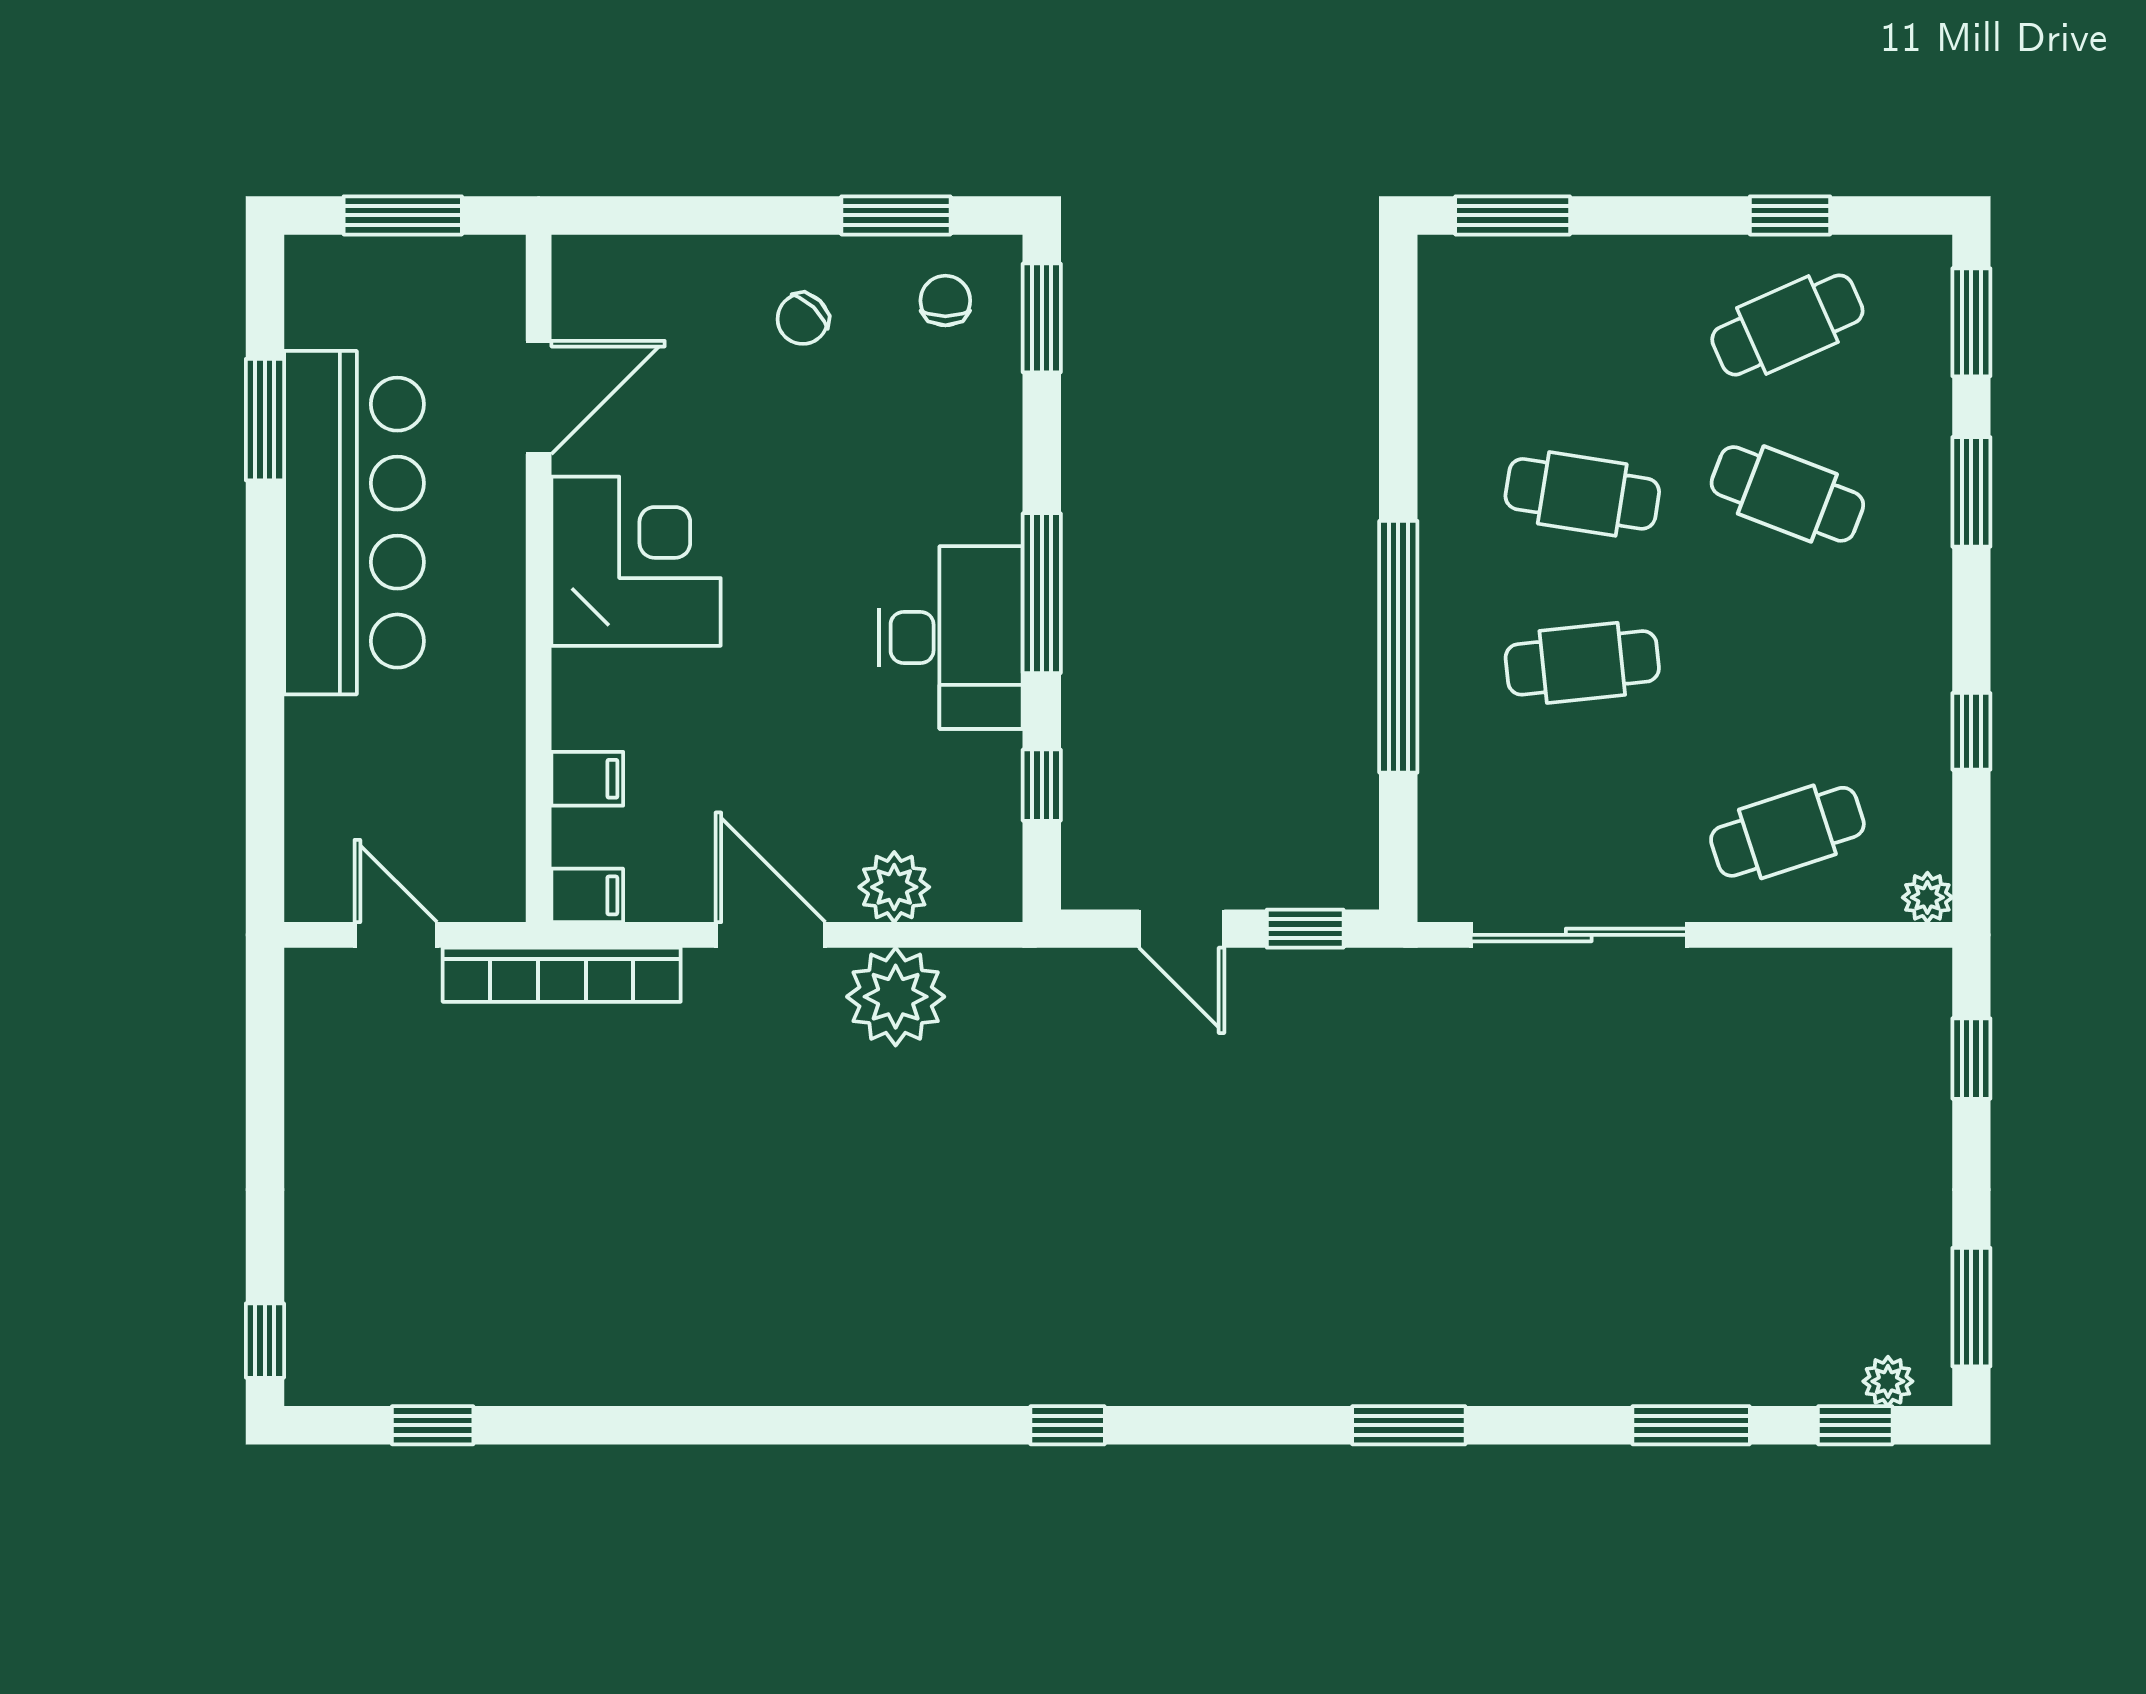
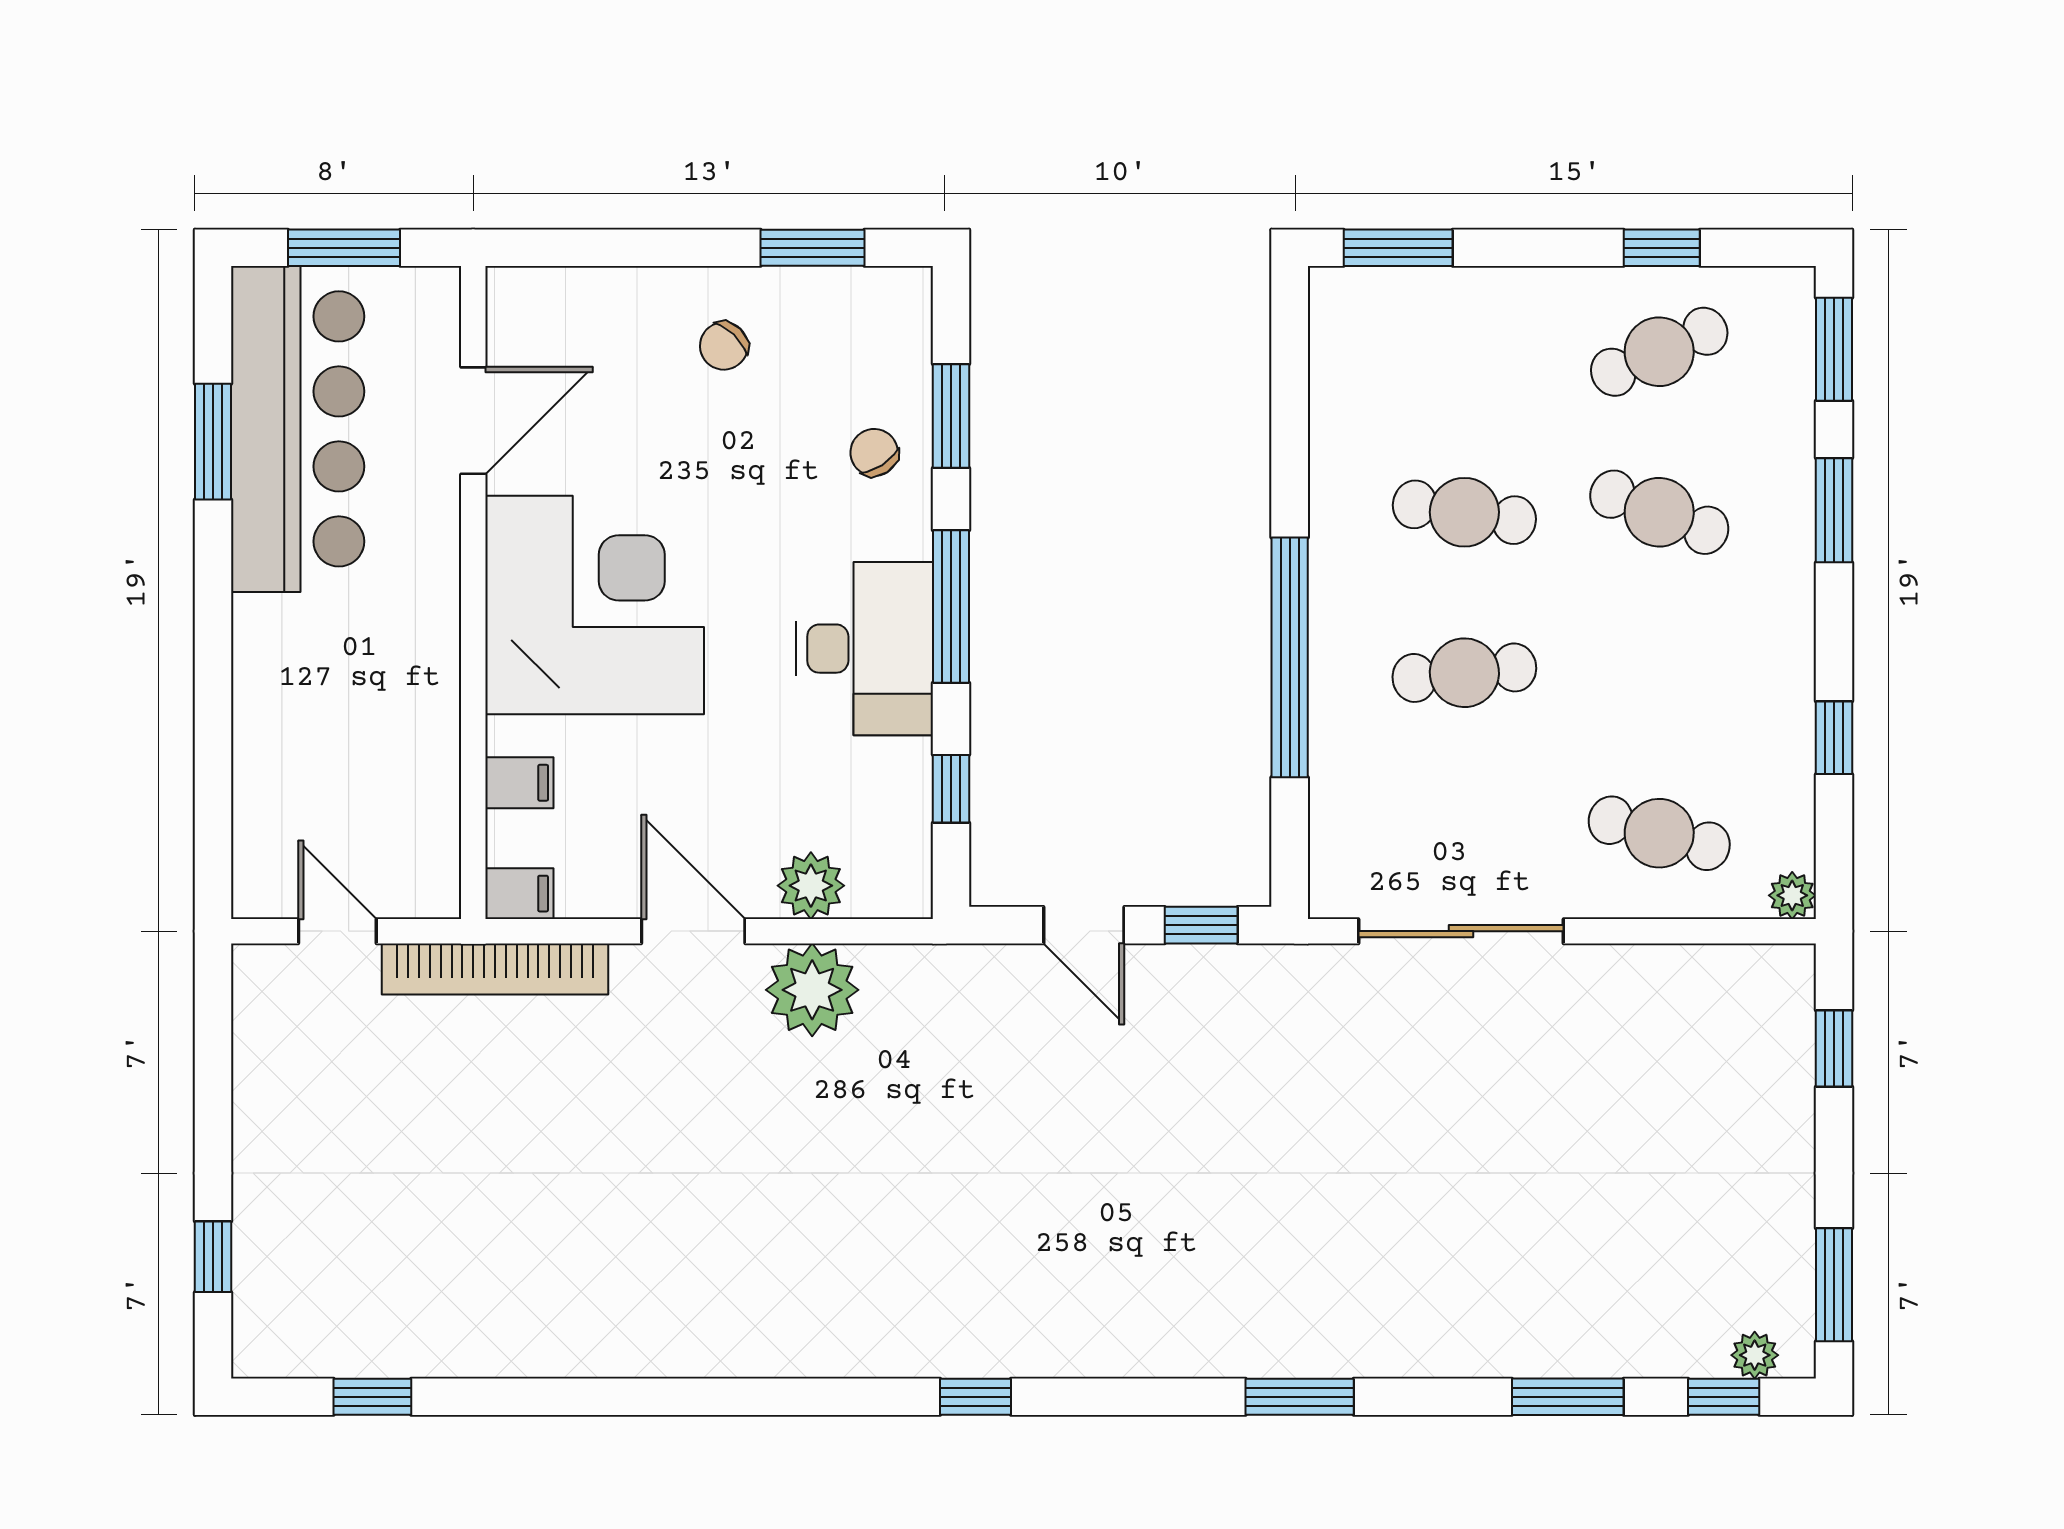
chair: (945, 301) -> (874, 452), moved, turned -33
window: (1042, 318) -> (951, 416), moved
bar counter: (354, 523) -> (298, 429), moved
corner desk: (636, 561) -> (595, 605), width x1.36, depth x1.36
cafe table: (1787, 832) -> (1659, 833), turned 33
window: (265, 1341) -> (213, 1257), moved

